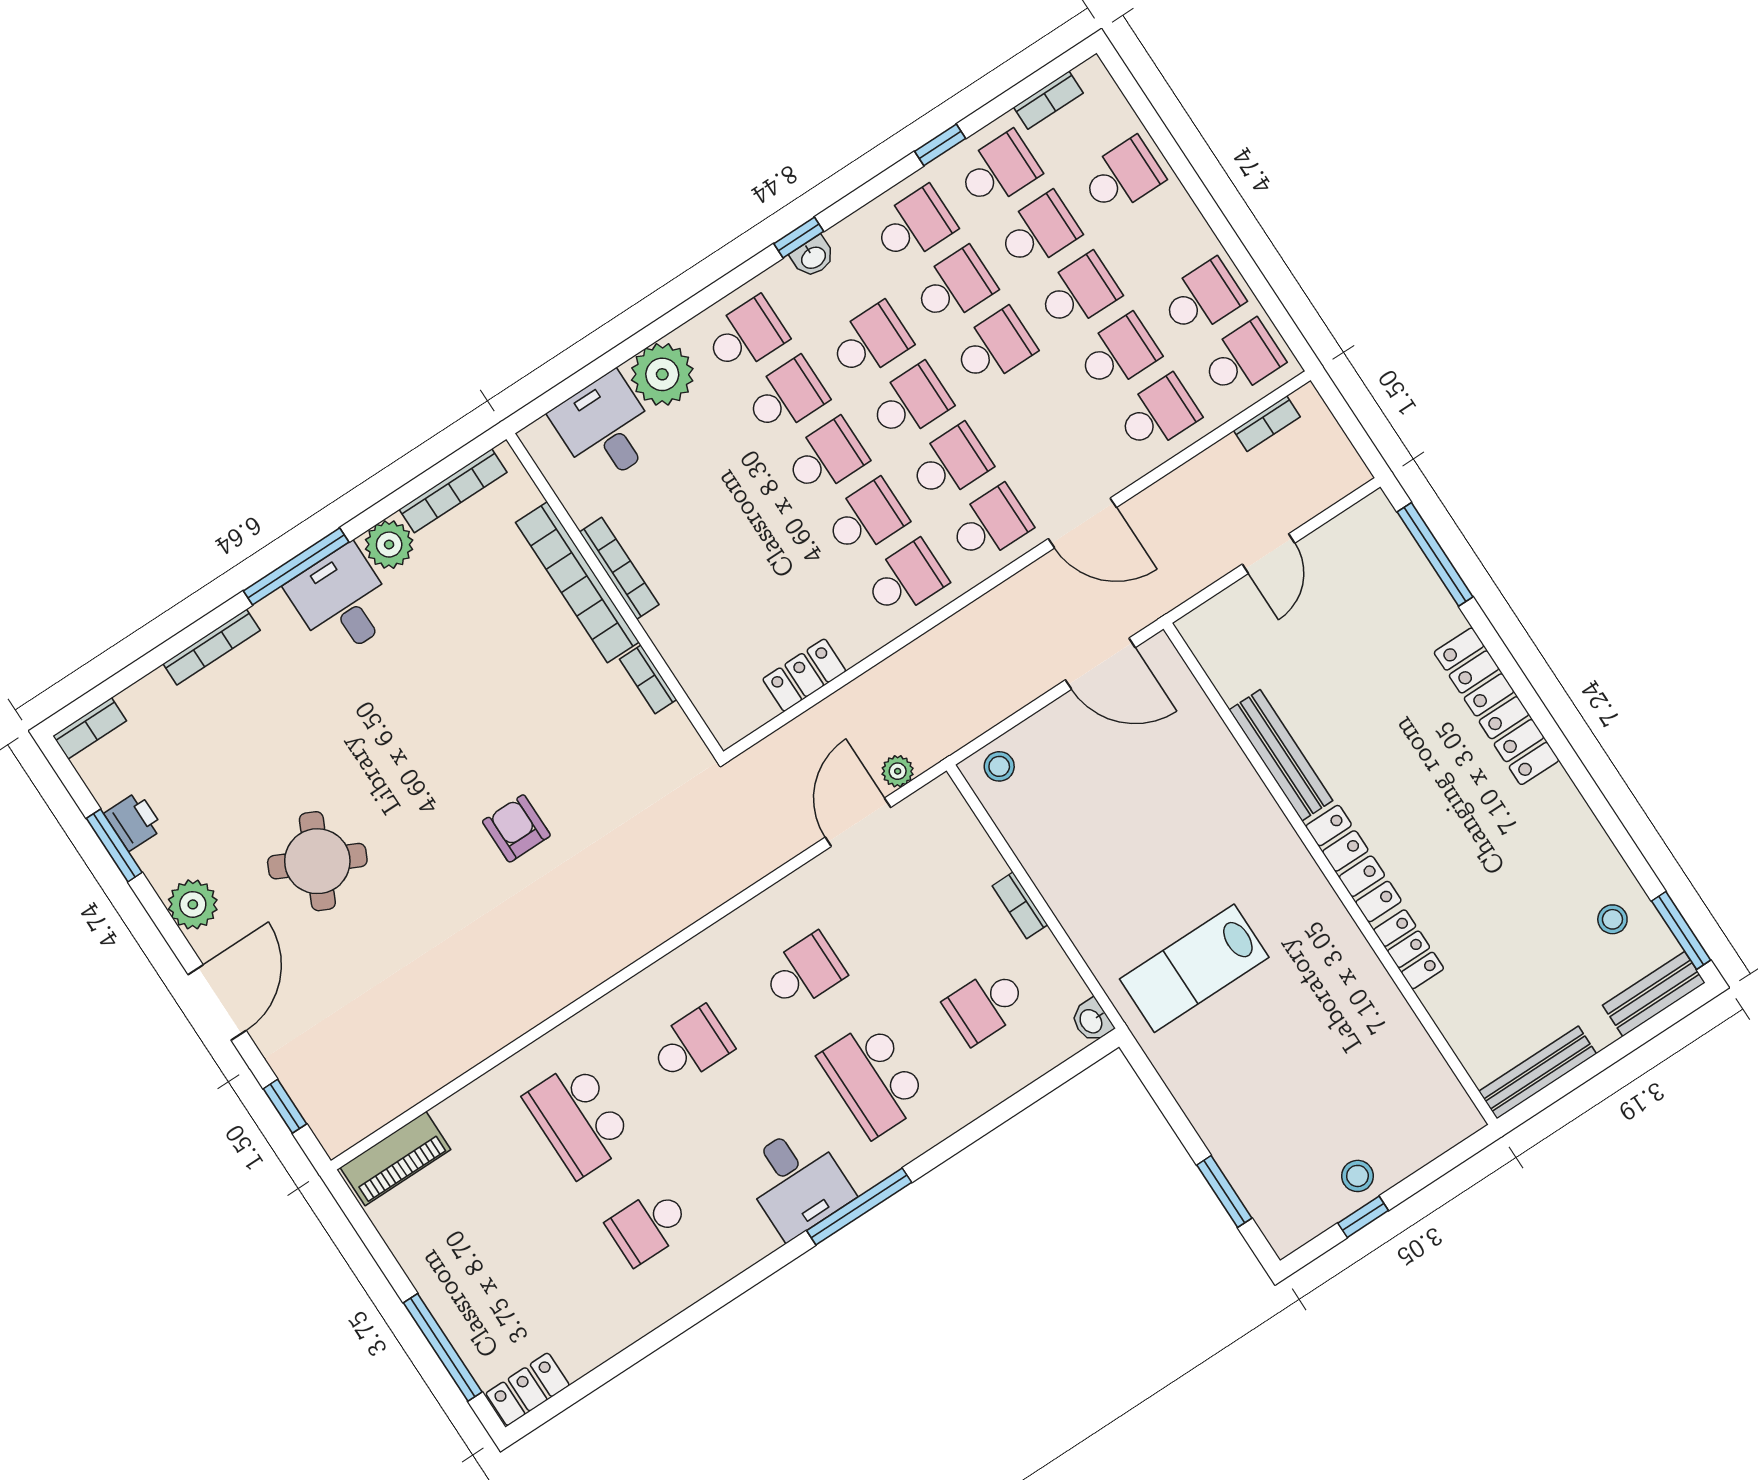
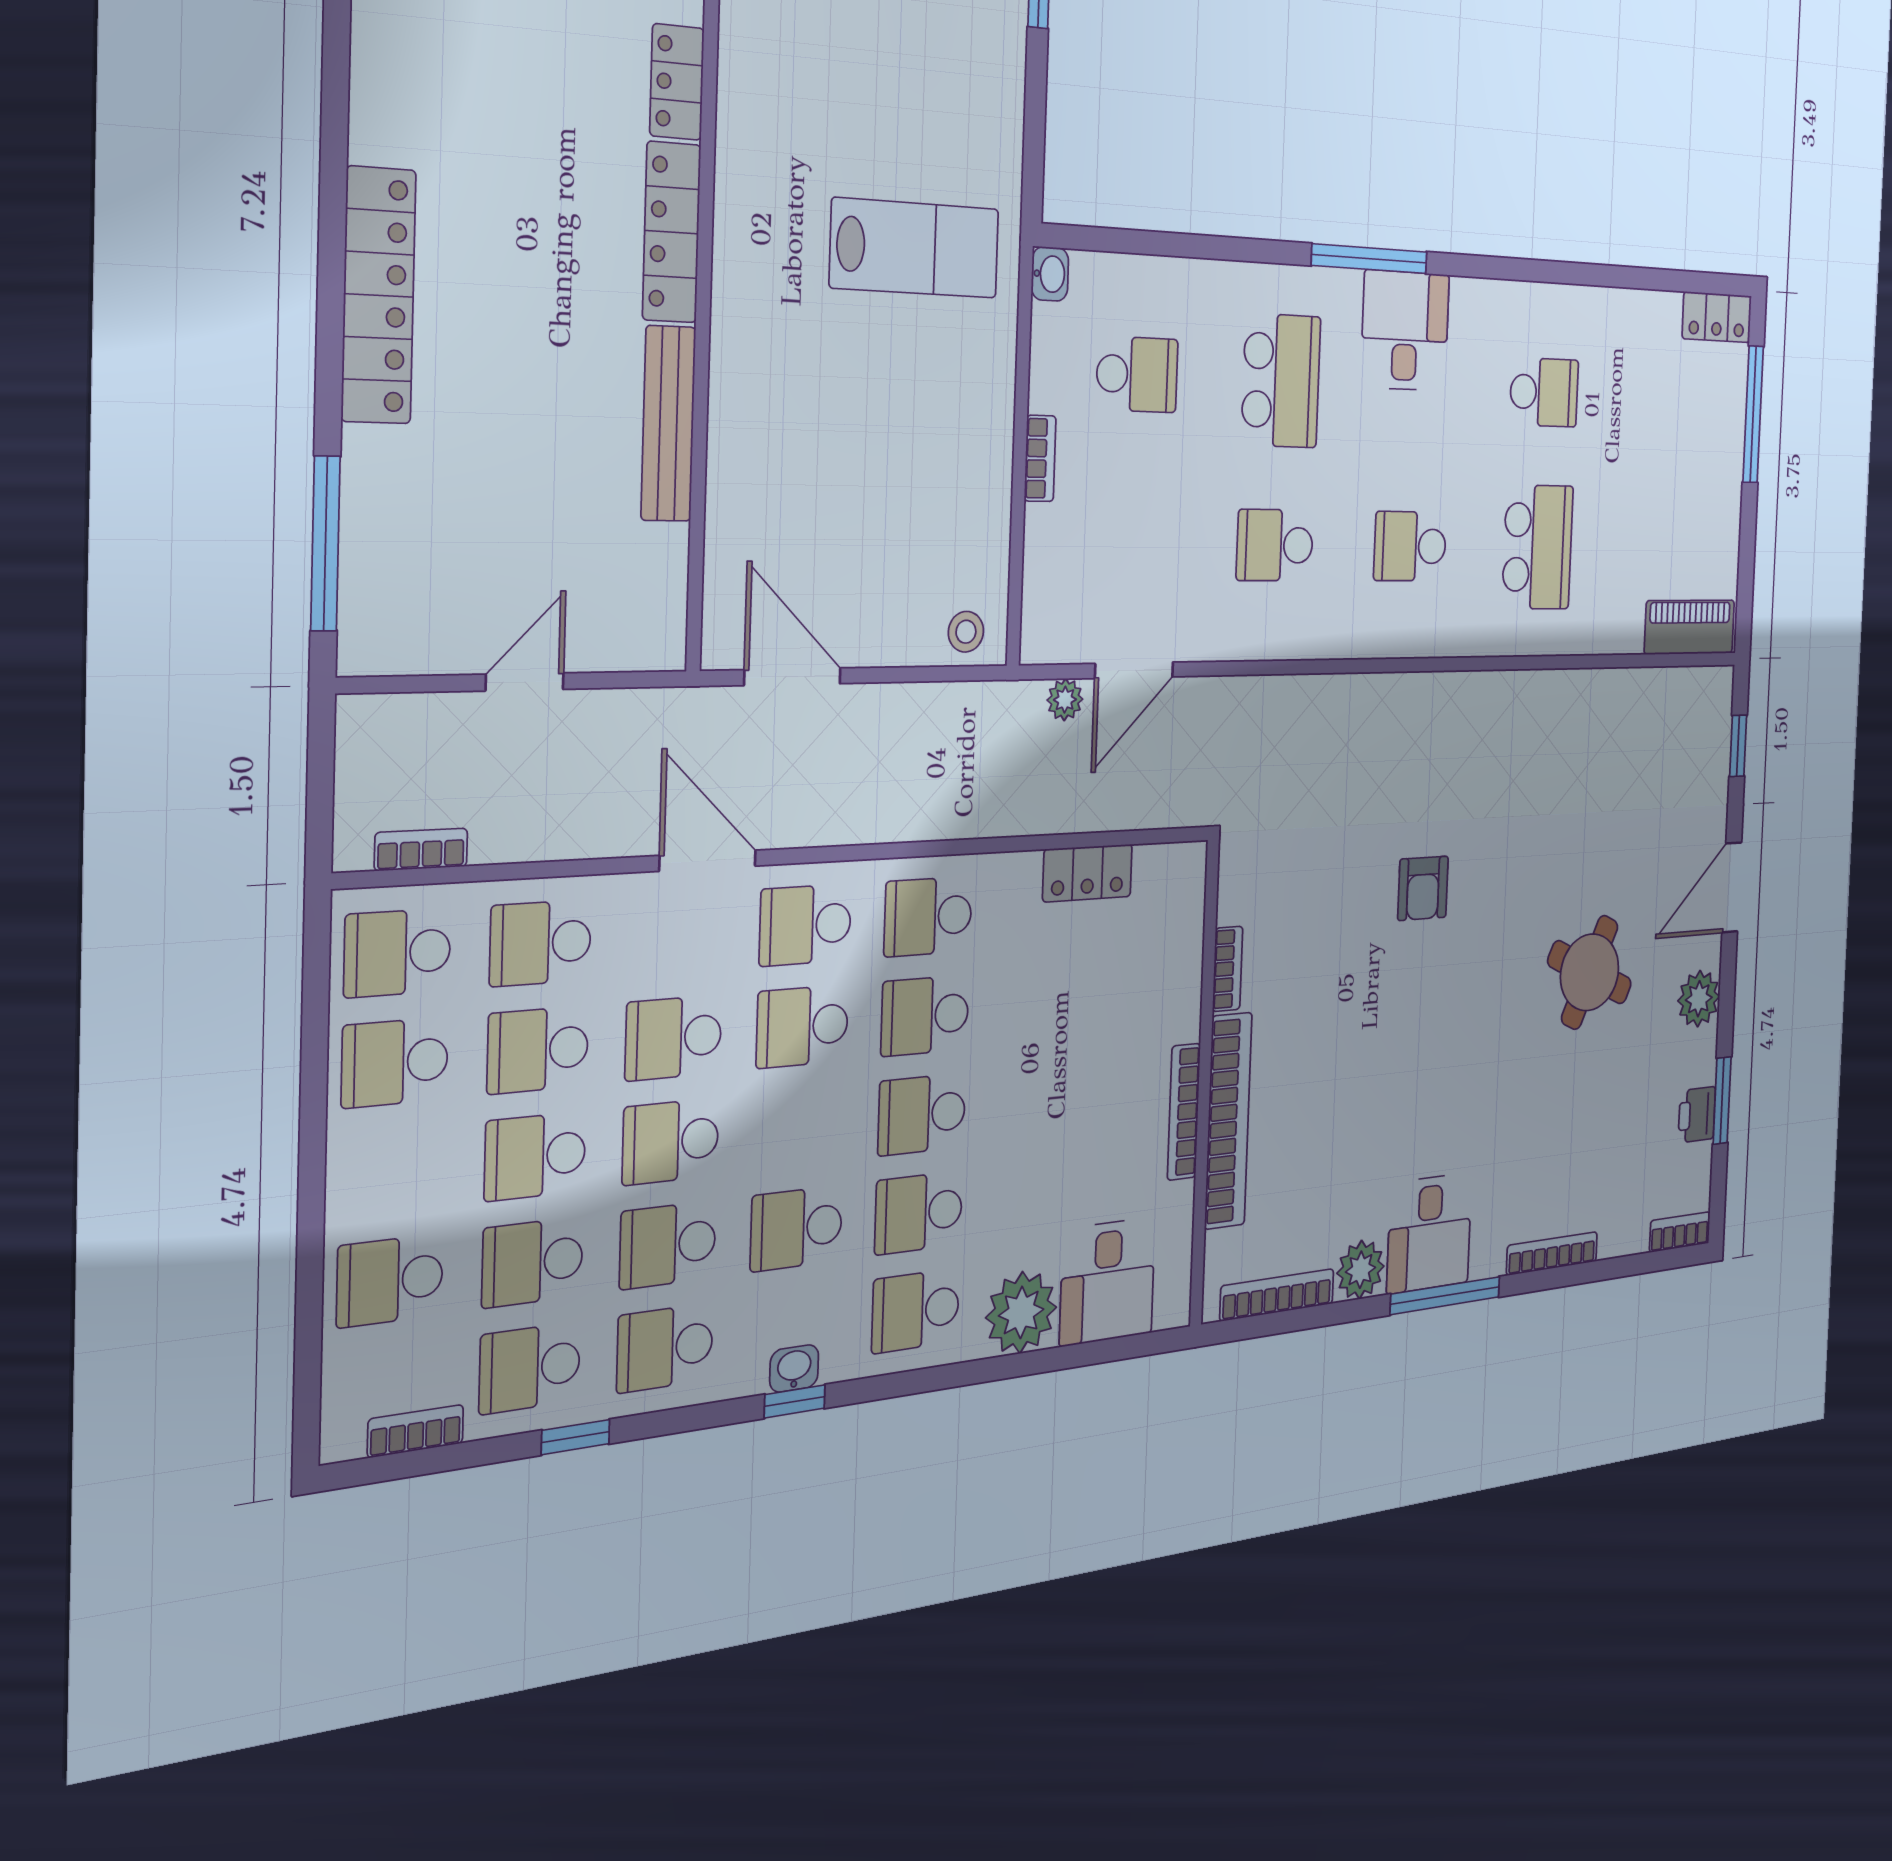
school desk: (910, 402) -> (674, 1038), moved

